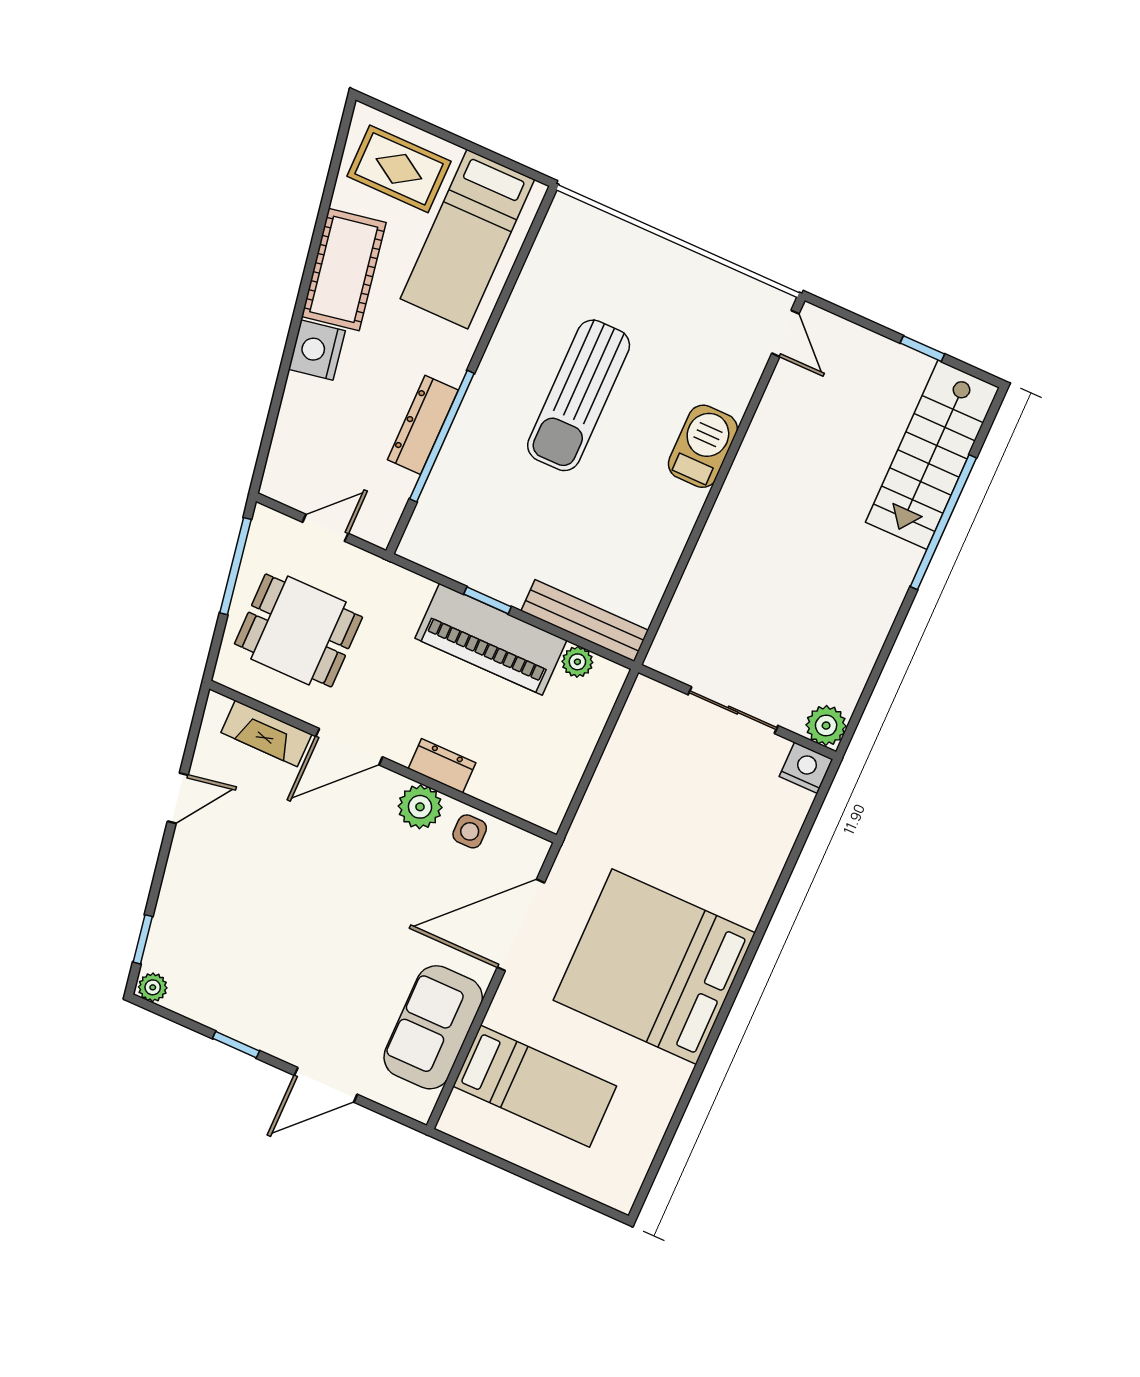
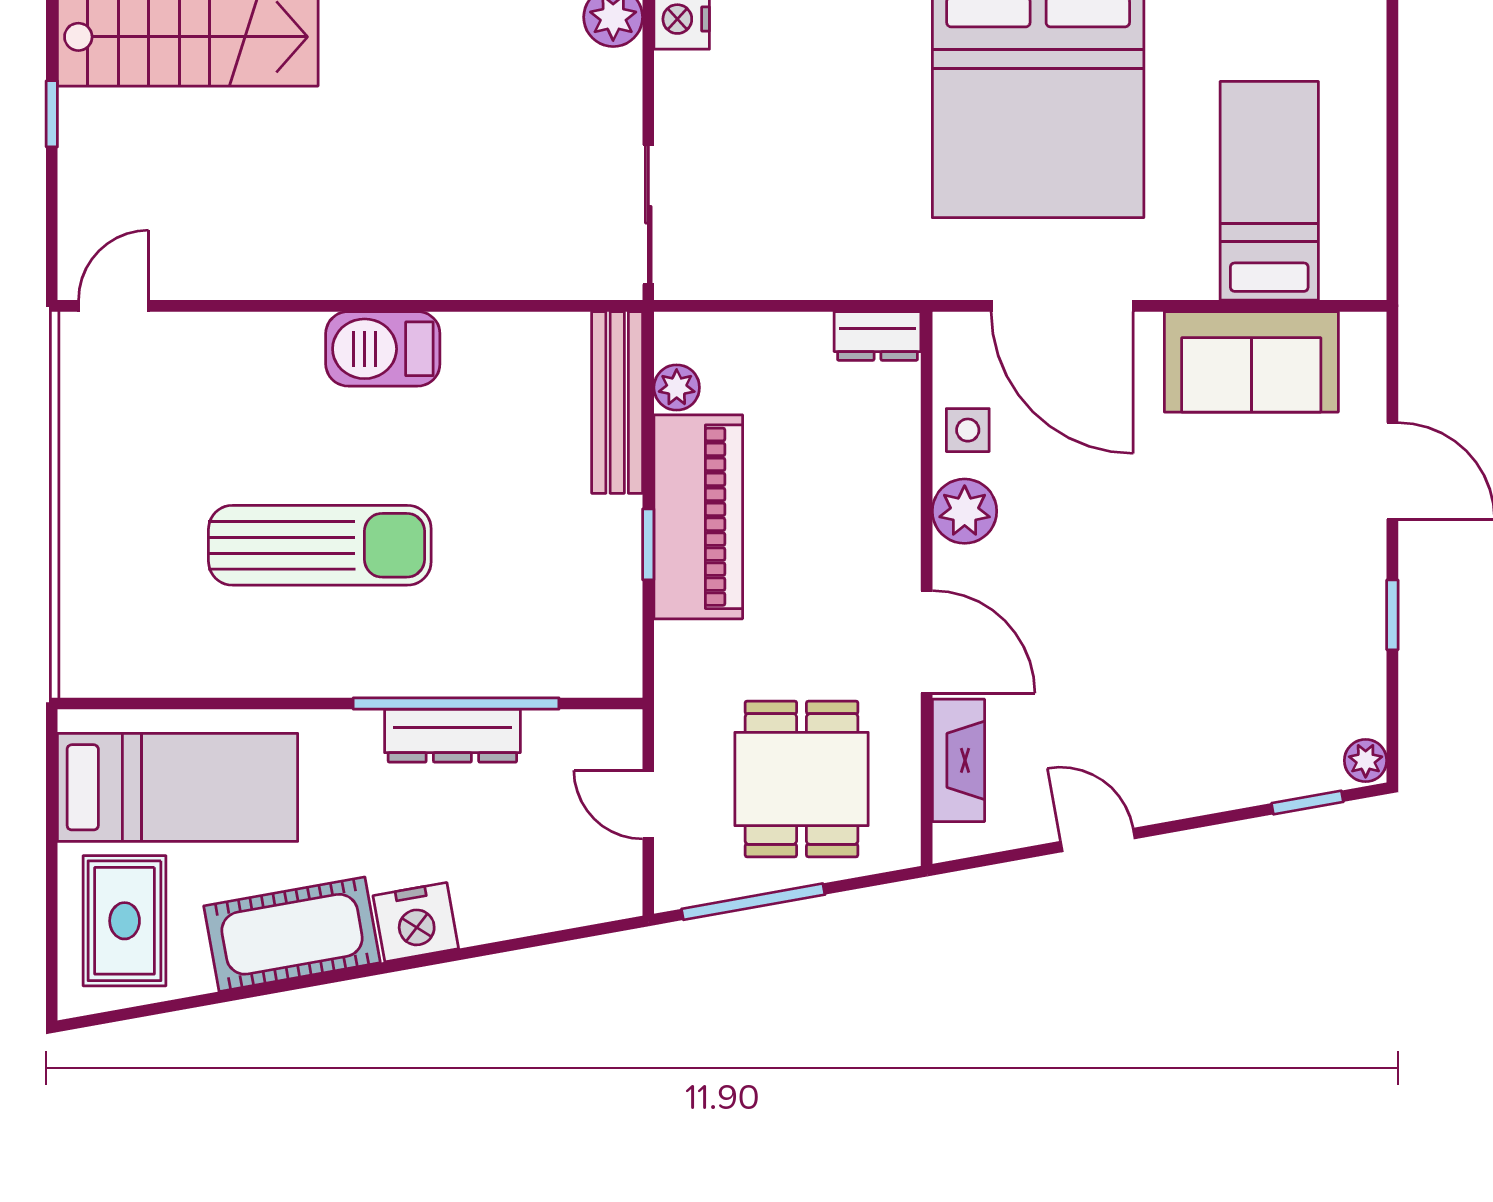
barbecue: (703, 446) -> (383, 349), moved
sliding door: (733, 710) -> (648, 215), moved
dresser: (442, 766) -> (878, 336), moved, turned -90

